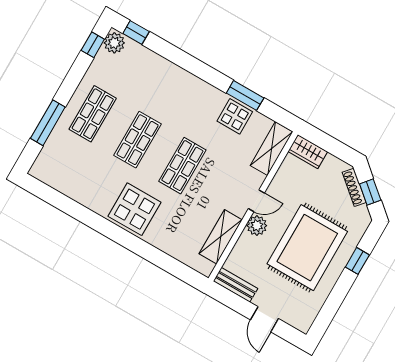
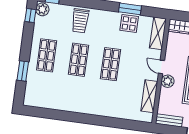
trolley: (164, 83) -> (80, 21), added
window: (48, 123) -> (23, 71), width x0.69
door: (256, 201) -> (161, 67), swing flipped
display table: (134, 209) -> (93, 101), removed

